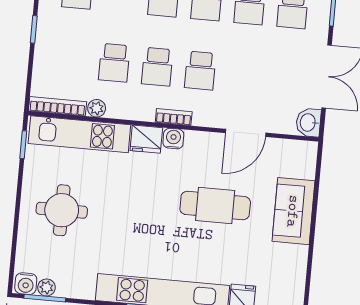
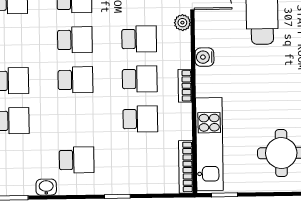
plant: (97, 108) -> (182, 23), moved
bookcase: (174, 117) -> (185, 86), moved
fridge: (146, 139) -> (208, 82), removed

